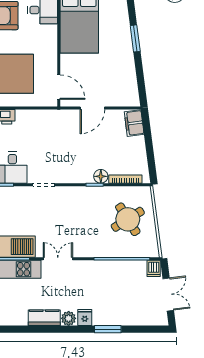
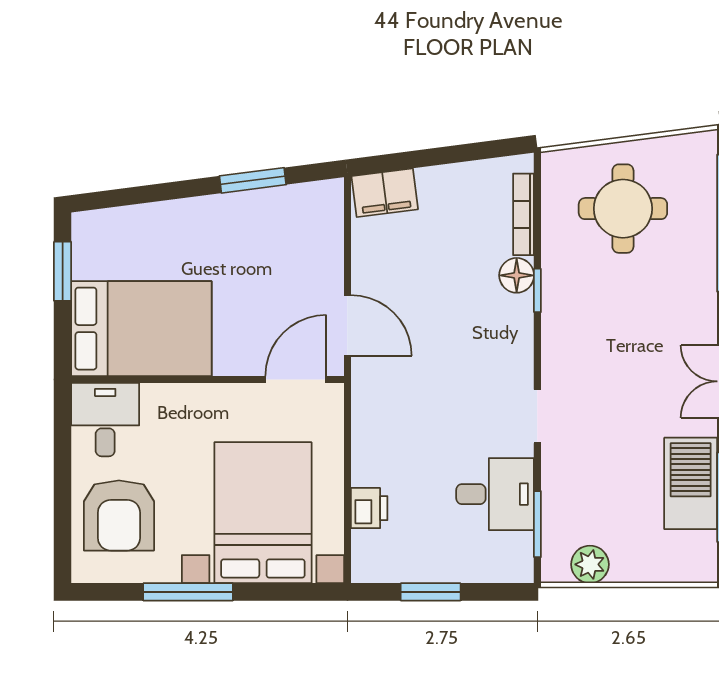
window: (135, 38) -> (253, 180), moved
door: (92, 108) -> (347, 325), moved
round table: (128, 219) -> (623, 209), turned 32

